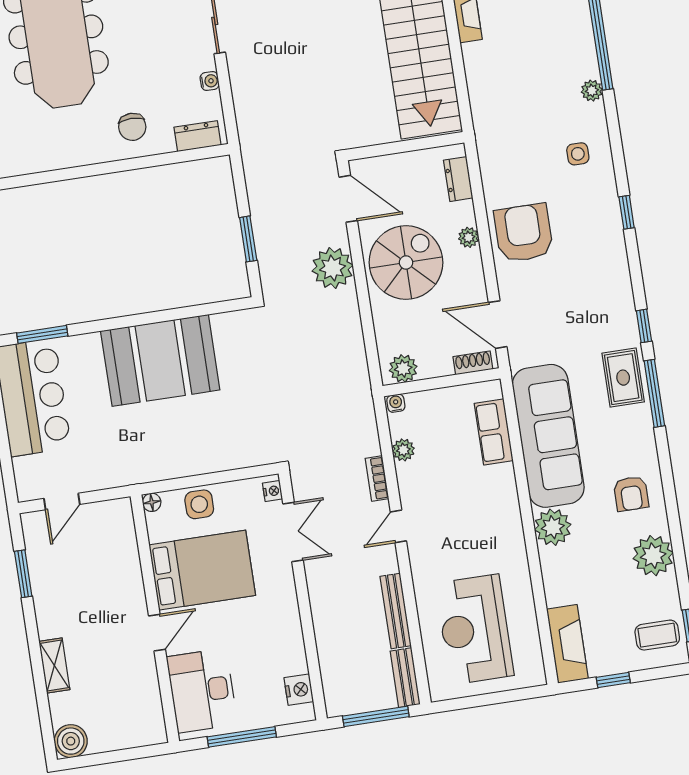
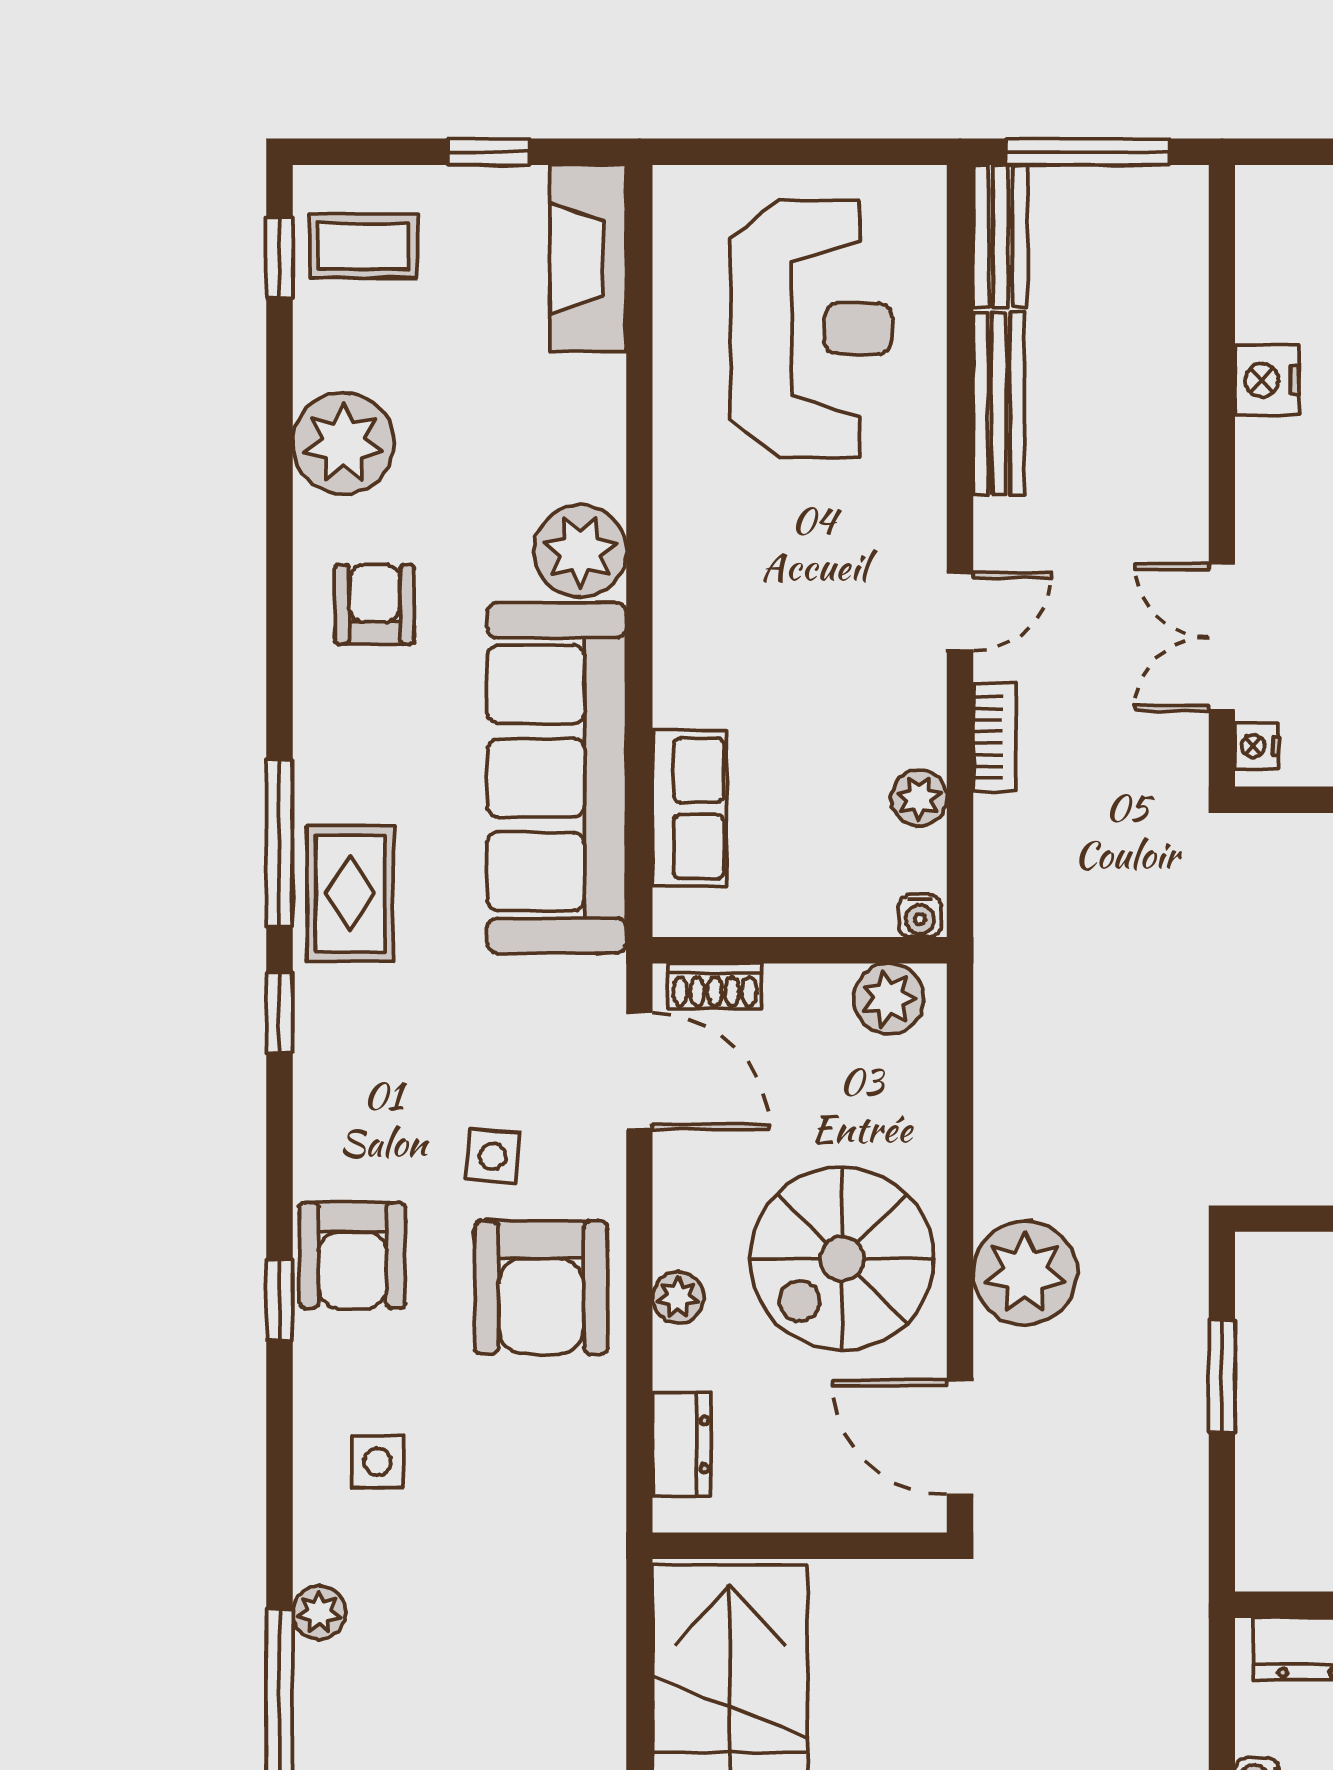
armchair: (600, 234) -> (352, 1255), added
side table: (551, 282) -> (493, 1156), added
nightstand: (299, 690) -> (1267, 380), moved

